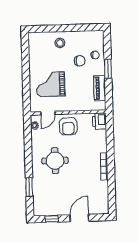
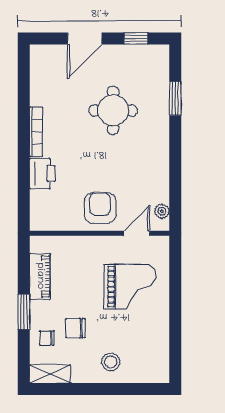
shelving: (93, 35) -> (50, 374), added
printer: (99, 121) -> (42, 174), moved
round table: (55, 161) -> (113, 110), moved

